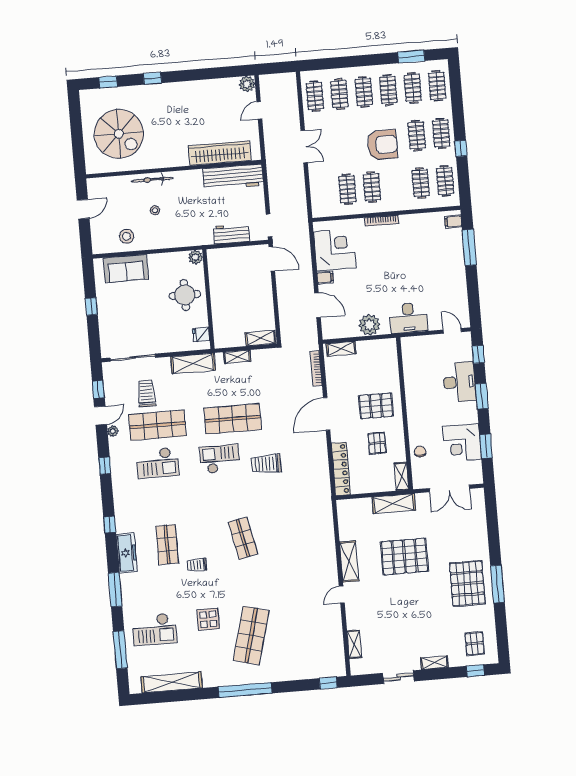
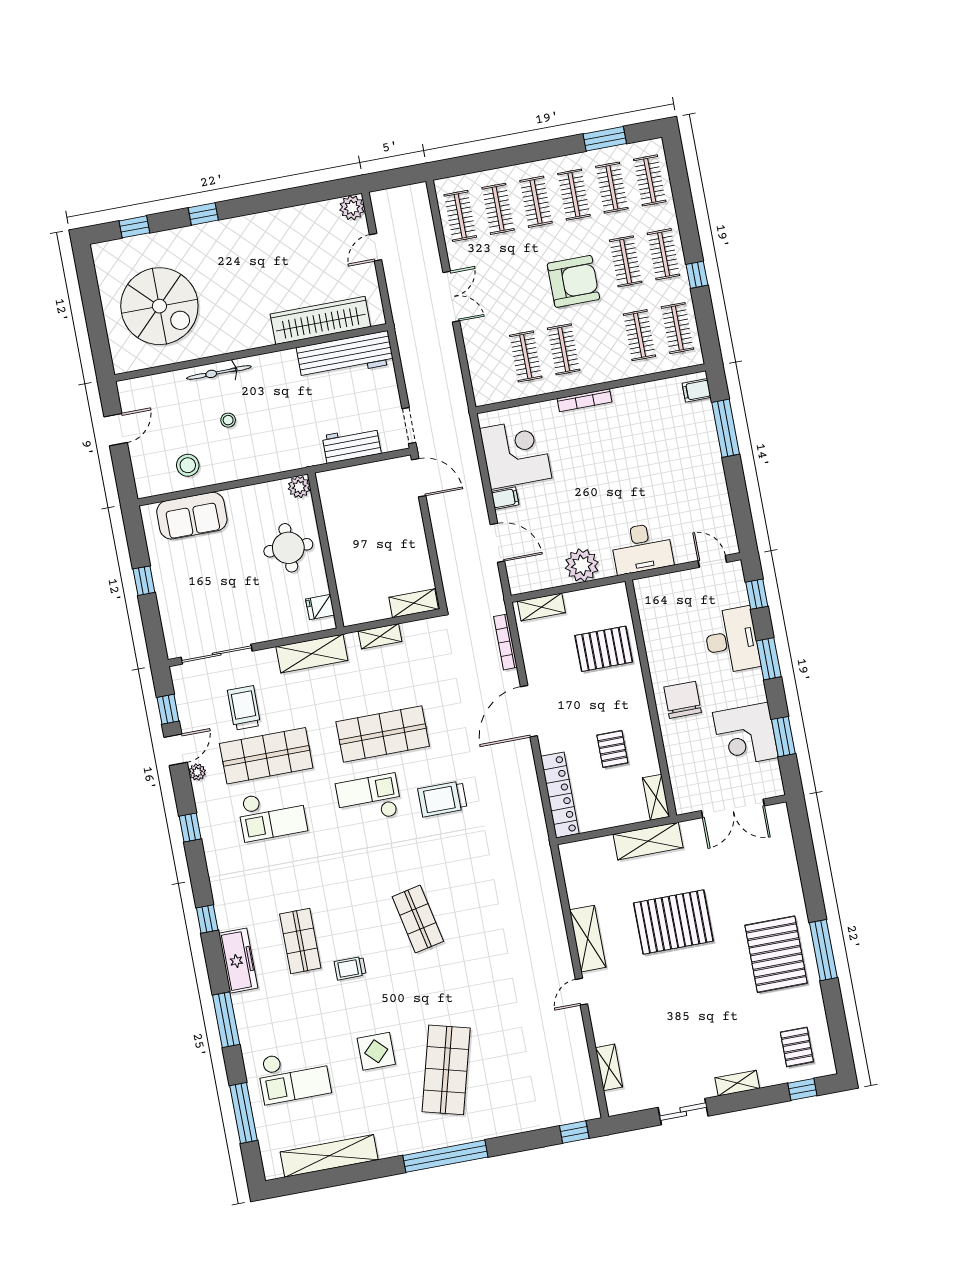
pallet: (376, 406) -> (604, 649), moved
chair: (420, 452) -> (683, 700), moved, width x1.87, depth x1.87

